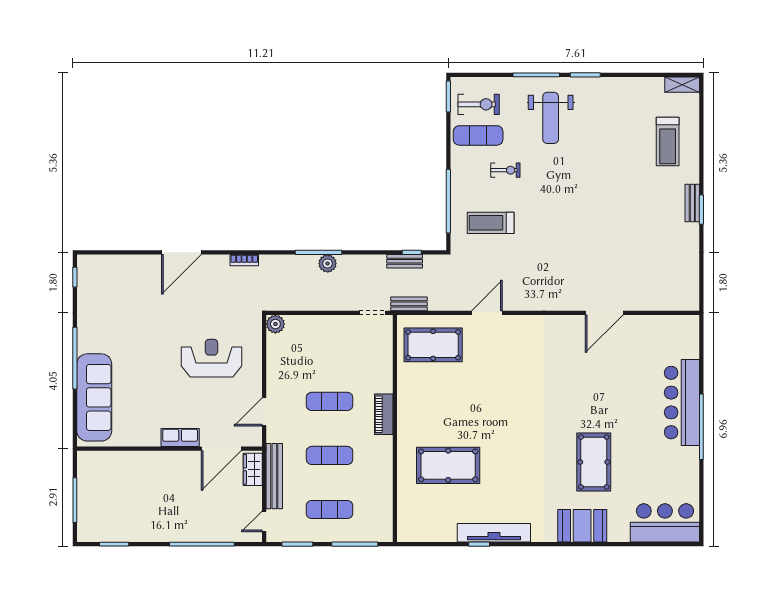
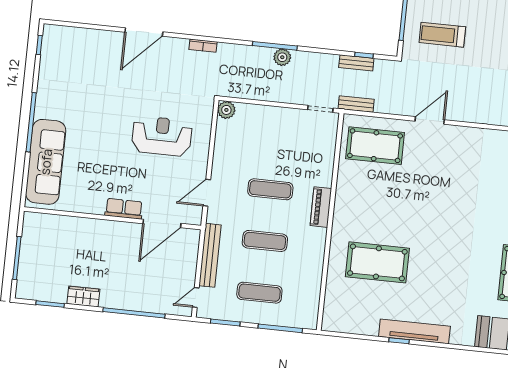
wardrobe: (253, 469) -> (83, 297), moved, turned 90

